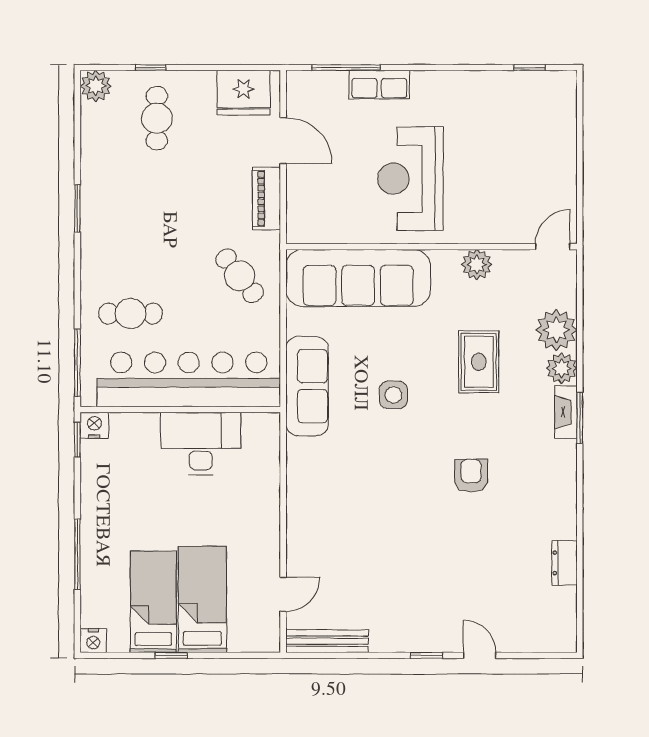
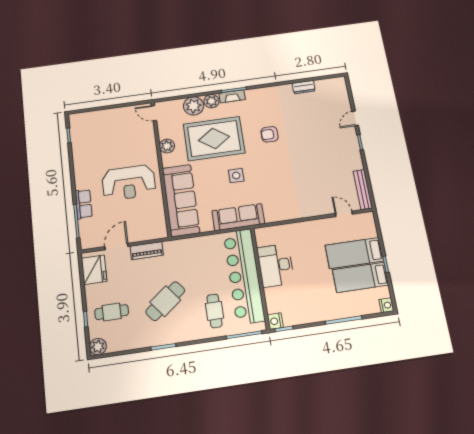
cafe table: (240, 276) -> (165, 301), moved, width x1.37, depth x1.35
rug: (479, 362) -> (214, 139), width x1.86, depth x2.06

